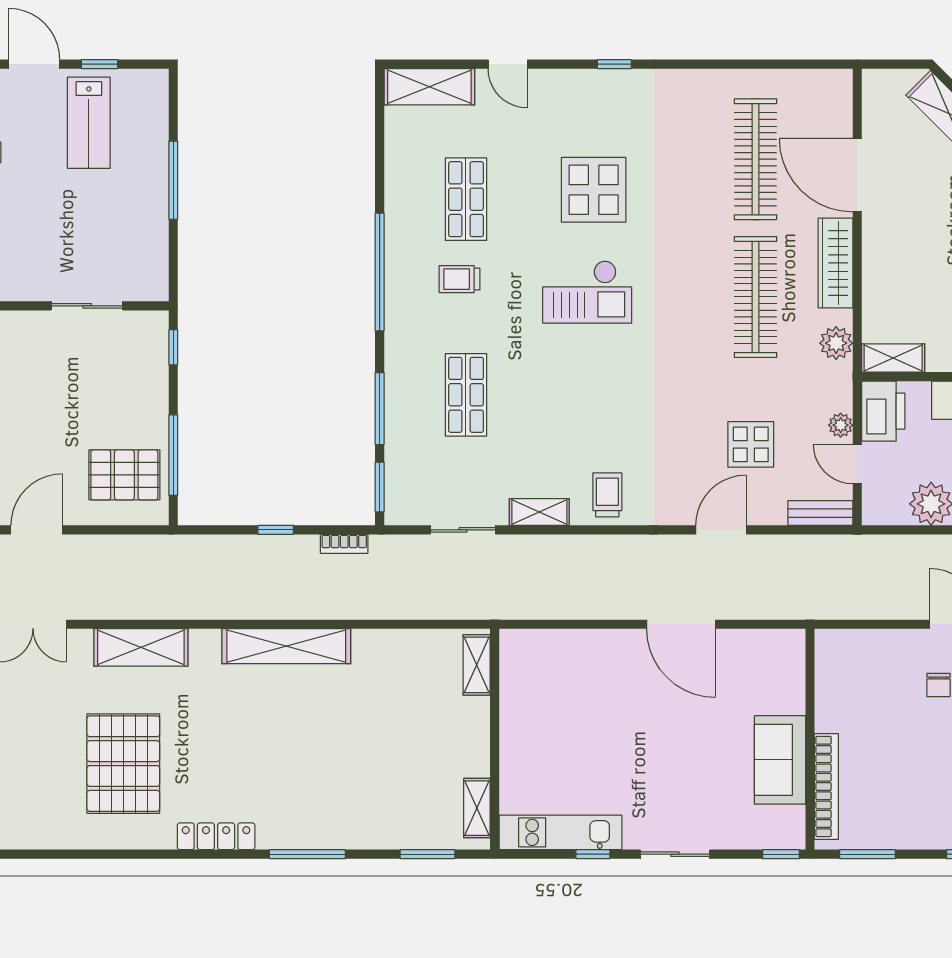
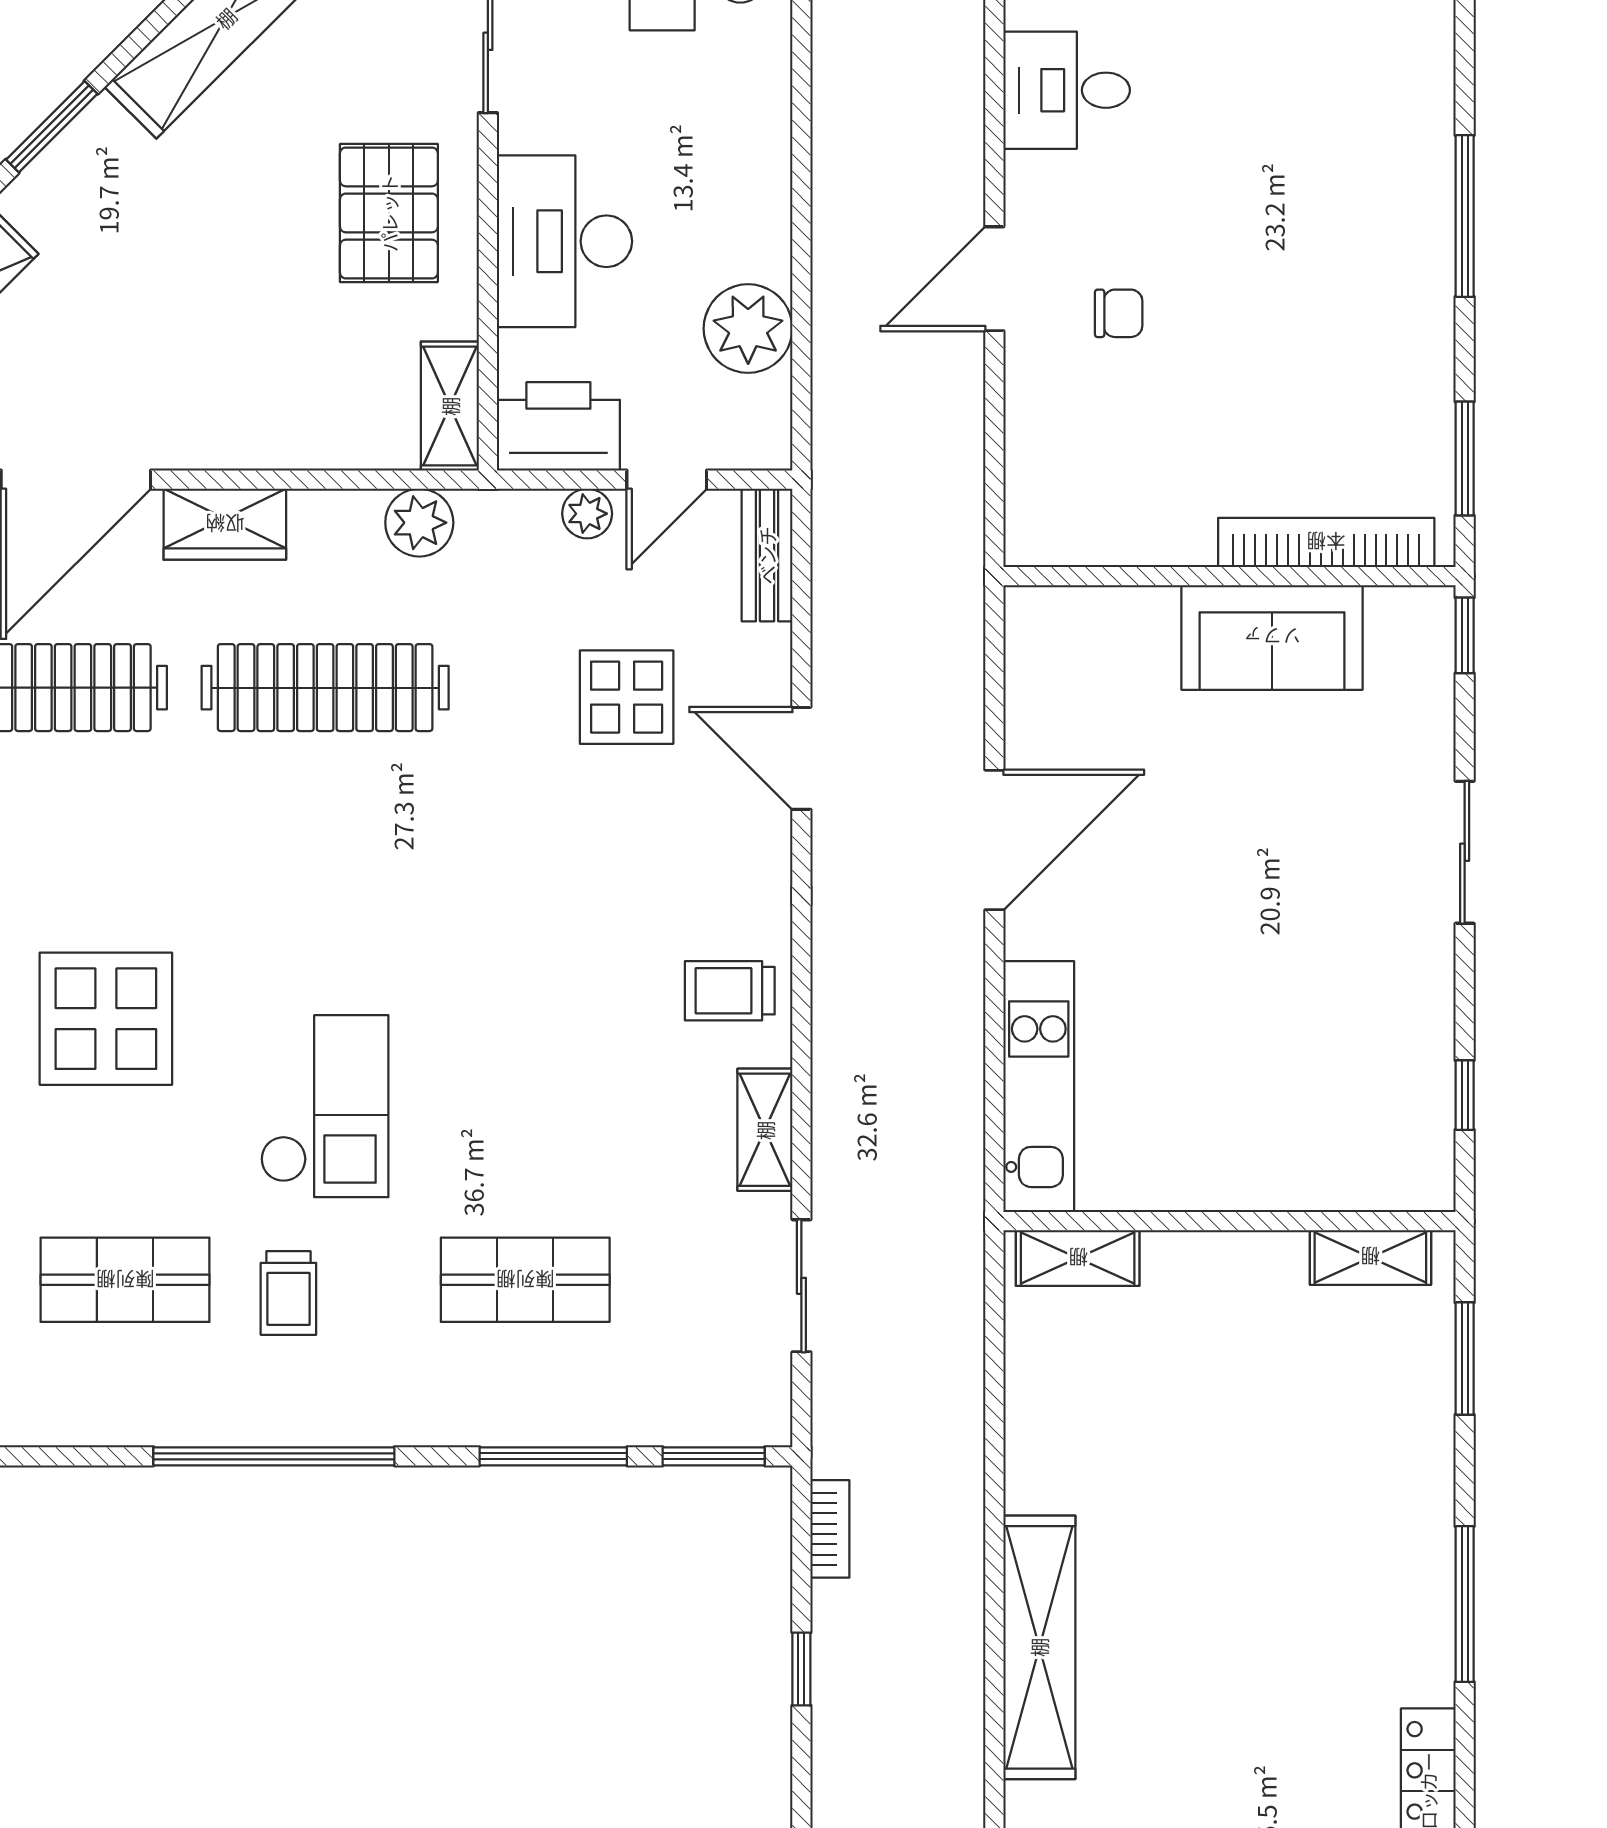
wardrobe: (835, 263) -> (225, 524), width x0.67
checkout: (587, 292) -> (324, 1106), moved
kitchen unit: (560, 832) -> (1039, 1087), moved, turned 180
window: (593, 854) -> (1465, 1095), moved

